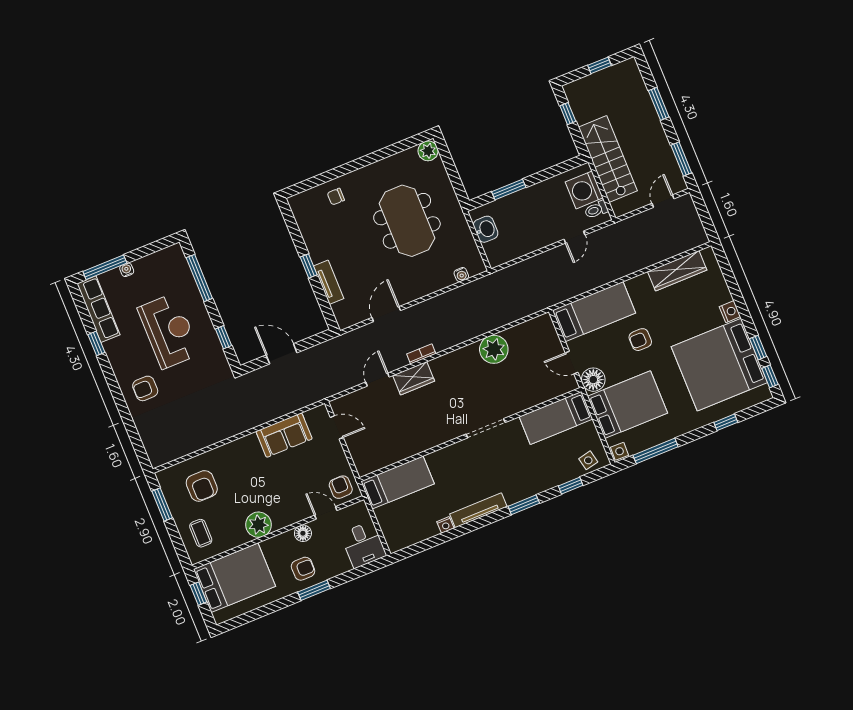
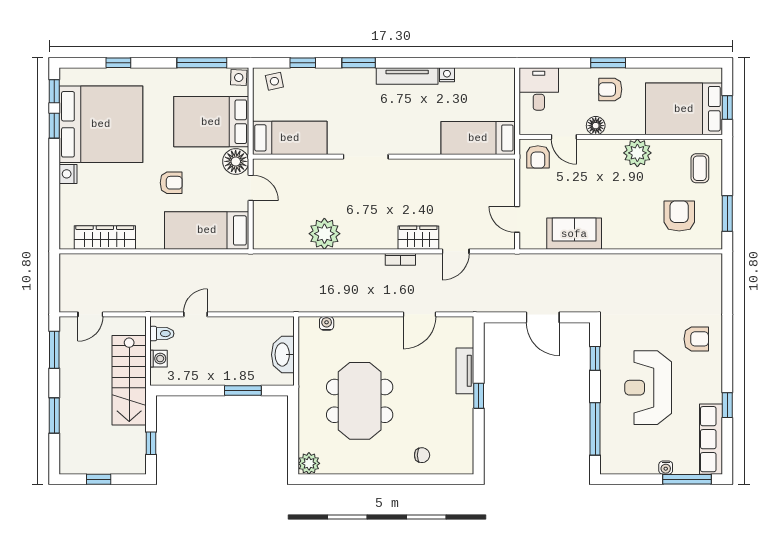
washing machine: (584, 190) -> (158, 359), width x0.53, depth x0.53
washbasin: (486, 229) -> (283, 355), width x1.38

